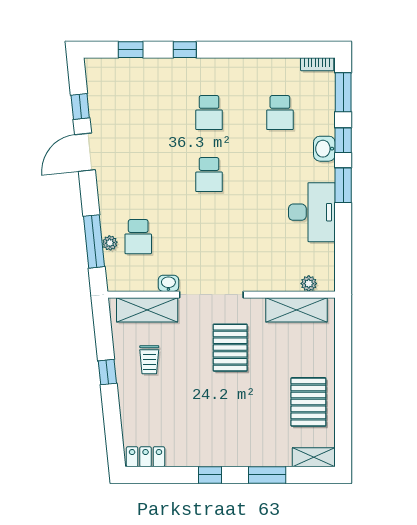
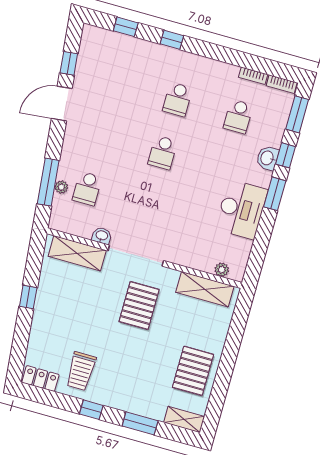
bookcase: (284, 64) -> (253, 76), added
trolley: (149, 360) -> (81, 371), moved, width x1.36, depth x1.39

